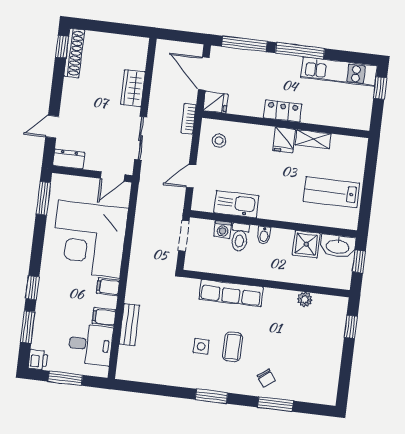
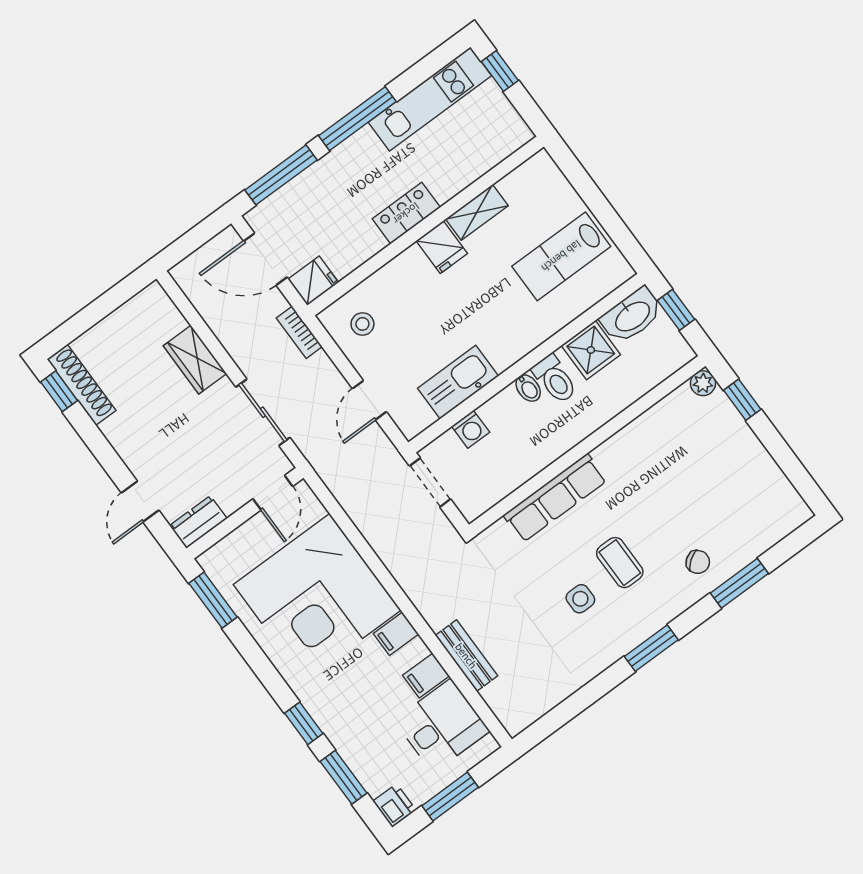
toilet: (240, 237) -> (555, 379), moved
plant: (305, 299) -> (703, 383), moved

